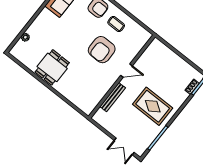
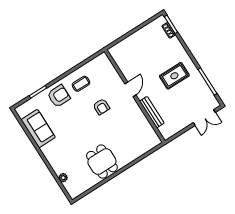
armchair: (102, 50) -> (101, 107), width x0.53, depth x0.53
rug: (153, 106) -> (174, 76), width x0.73, depth x0.70

